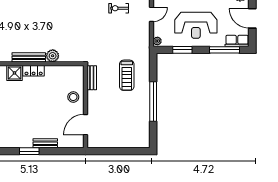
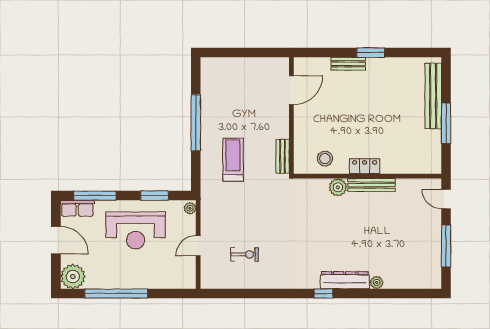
reception desk: (196, 25) -> (136, 230), turned 180
shower: (14, 73) -> (392, 163), removed
stool: (73, 97) -> (325, 159), moved

